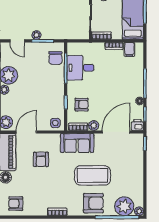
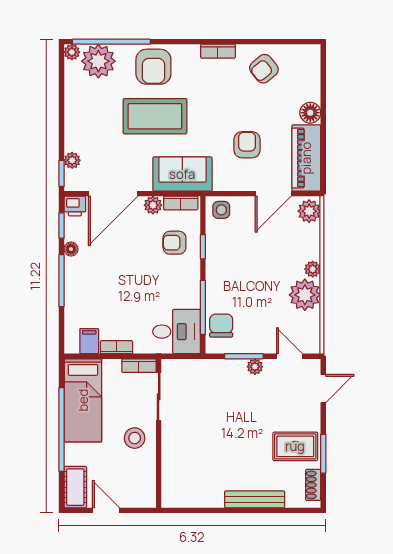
desk: (80, 68) -> (177, 332), moved
plant: (139, 151) -> (72, 160), added
armchair: (93, 203) -> (153, 67), turned -90
armchair: (16, 204) -> (264, 69), moved, turned 141

